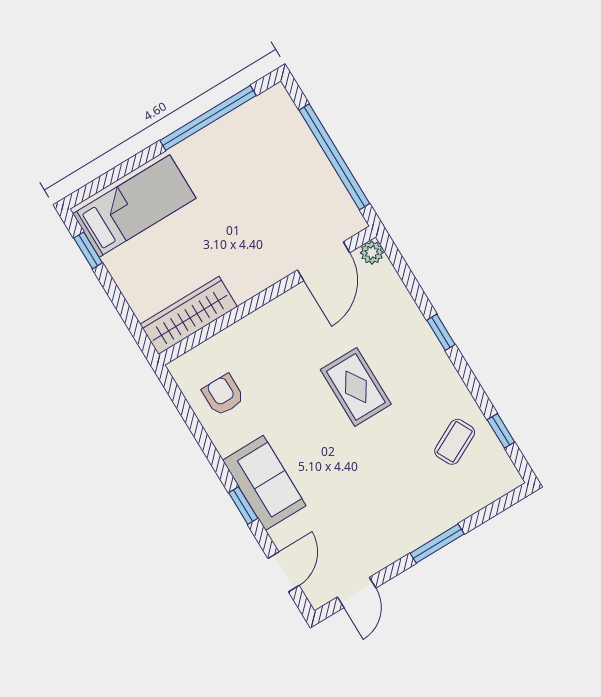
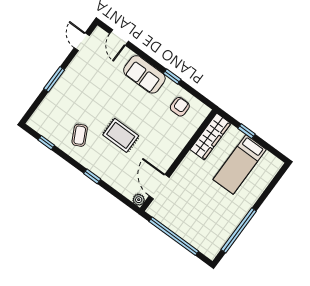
bed: (134, 206) -> (240, 164), moved
window: (88, 250) -> (247, 131), moved
armchair: (223, 395) -> (180, 107), turned -90
coffee table: (455, 442) -> (80, 135), moved
window: (243, 506) -> (172, 76), moved

